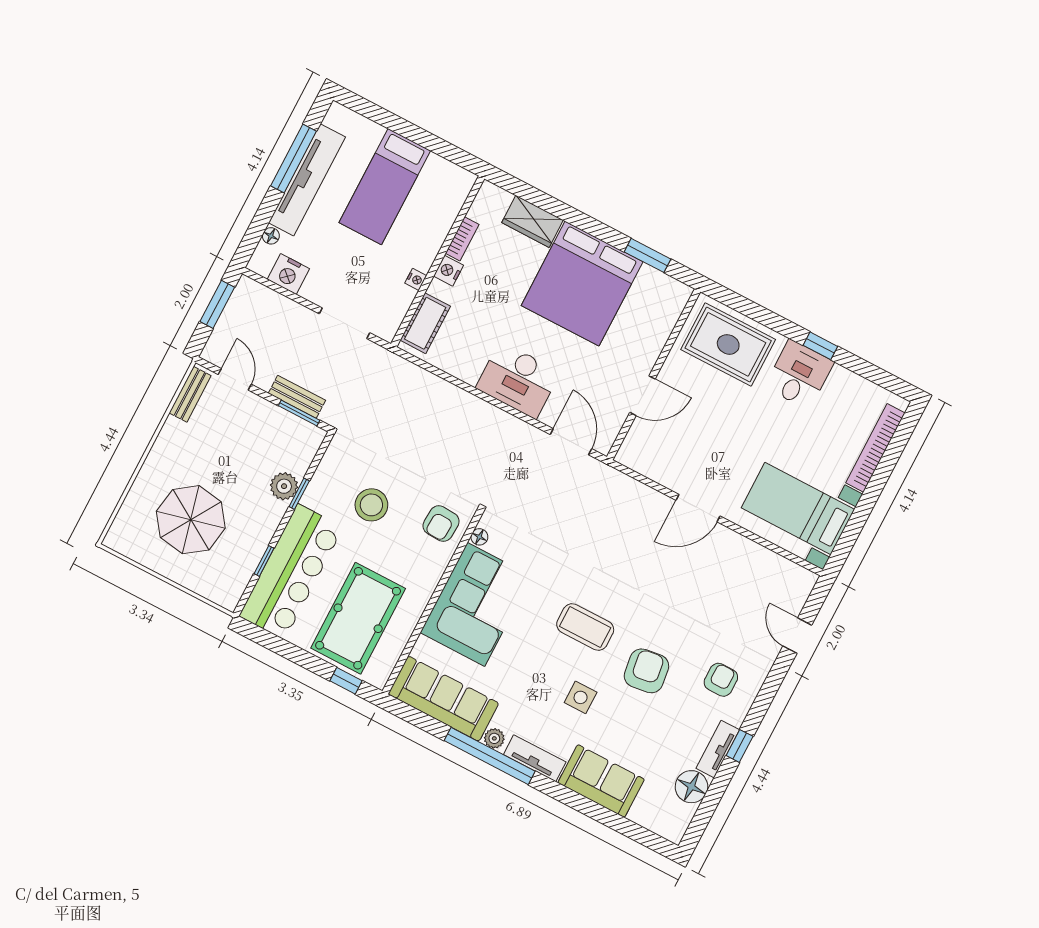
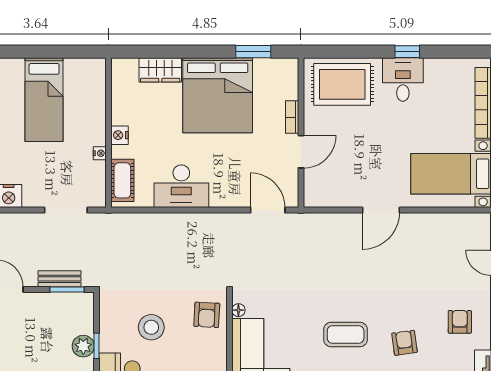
bookcase: (462, 239) -> (292, 117), moved, turned 180
desk: (518, 380) -> (181, 186), moved
armchair: (646, 671) -> (404, 343), width x0.72, depth x0.72

